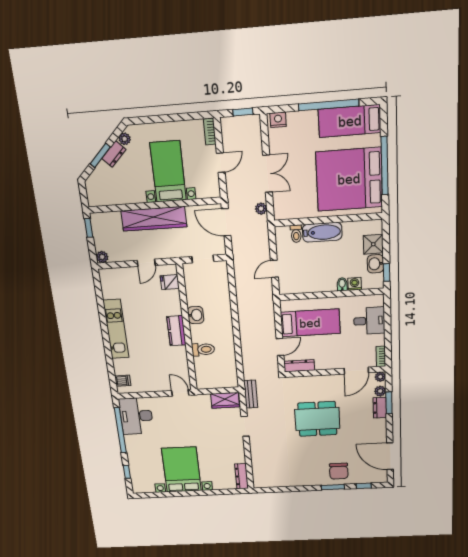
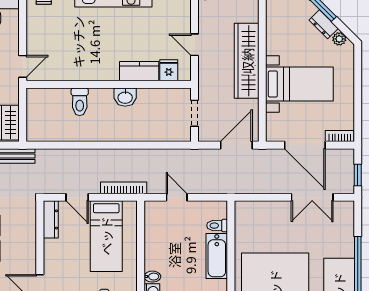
nightstand: (278, 120) -> (346, 213), removed
door: (221, 163) -> (305, 145), width x1.87
double door: (268, 174) -> (312, 197), moved
plant: (261, 209) -> (249, 187), removed
bookcase: (270, 312) -> (124, 188), added
kitchen counter: (176, 331) -> (139, 71), moved

